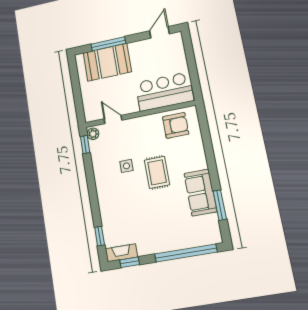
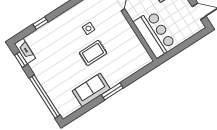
armchair: (176, 125) -> (133, 53), removed
window: (220, 205) -> (112, 91), moved
window: (100, 236) -> (41, 23), moved

